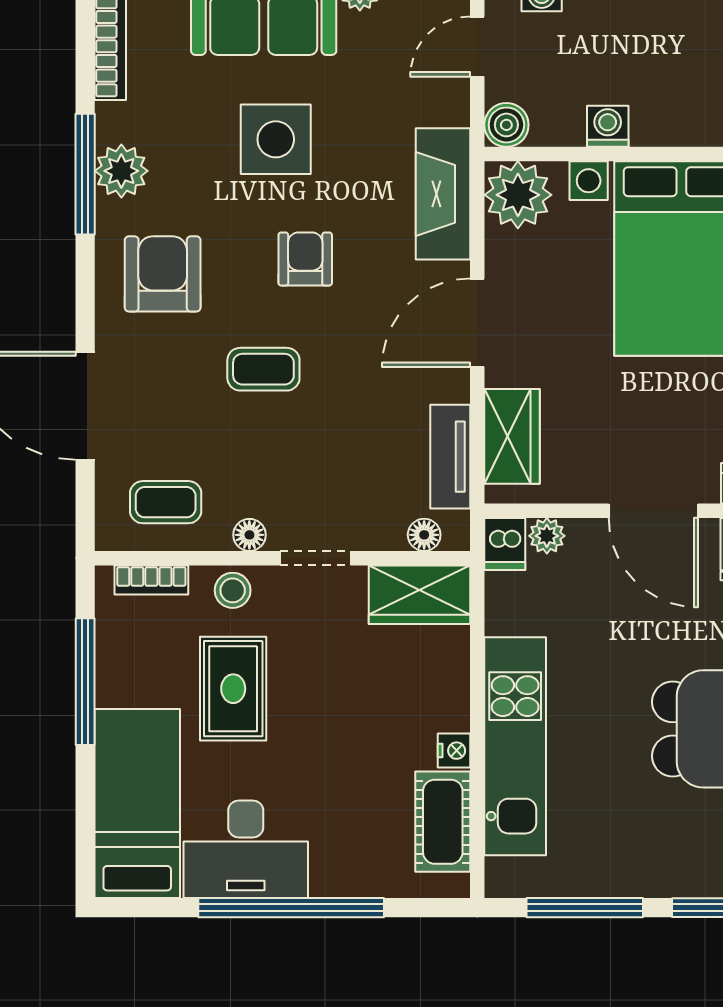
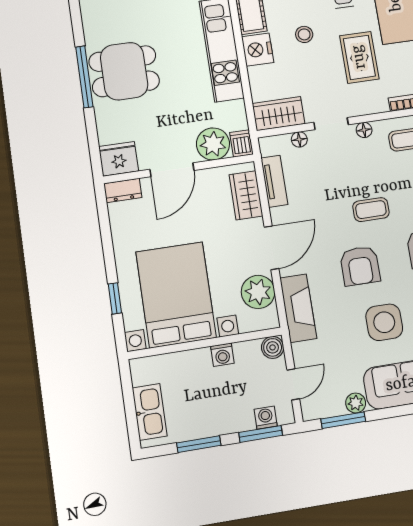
plant: (518, 195) -> (258, 292), moved
armchair: (305, 259) -> (360, 266), width x1.38, depth x1.38
door: (653, 511) -> (172, 170), swing flipped
floor lamp: (424, 535) -> (299, 139), moved
plant: (547, 536) -> (213, 144), width x1.87, depth x1.87
stool: (233, 590) -> (304, 34), moved
nightstand: (454, 751) -> (258, 50), width x1.89, depth x1.79

